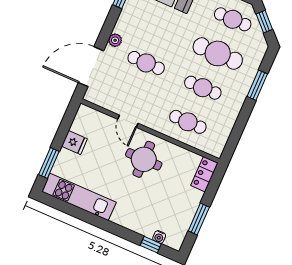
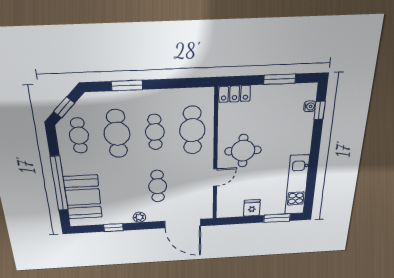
plant: (115, 40) -> (139, 217), moved
cafe table: (188, 122) -> (192, 130), width x1.37, depth x1.35

